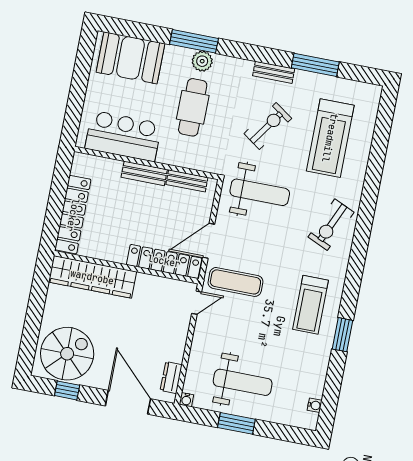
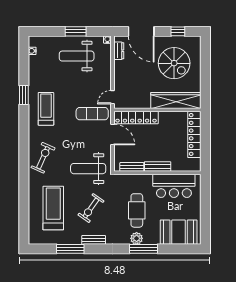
door: (209, 241) -> (112, 135), hinge flipped
spiral stairs: (67, 354) -> (174, 63), moved, turned -90

